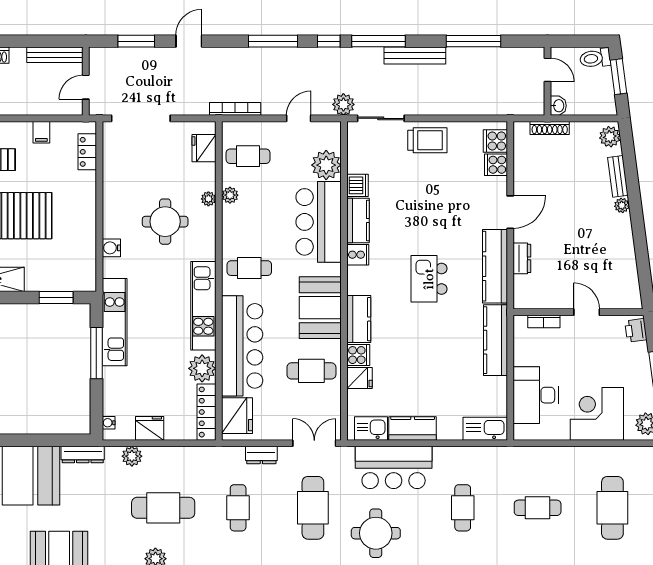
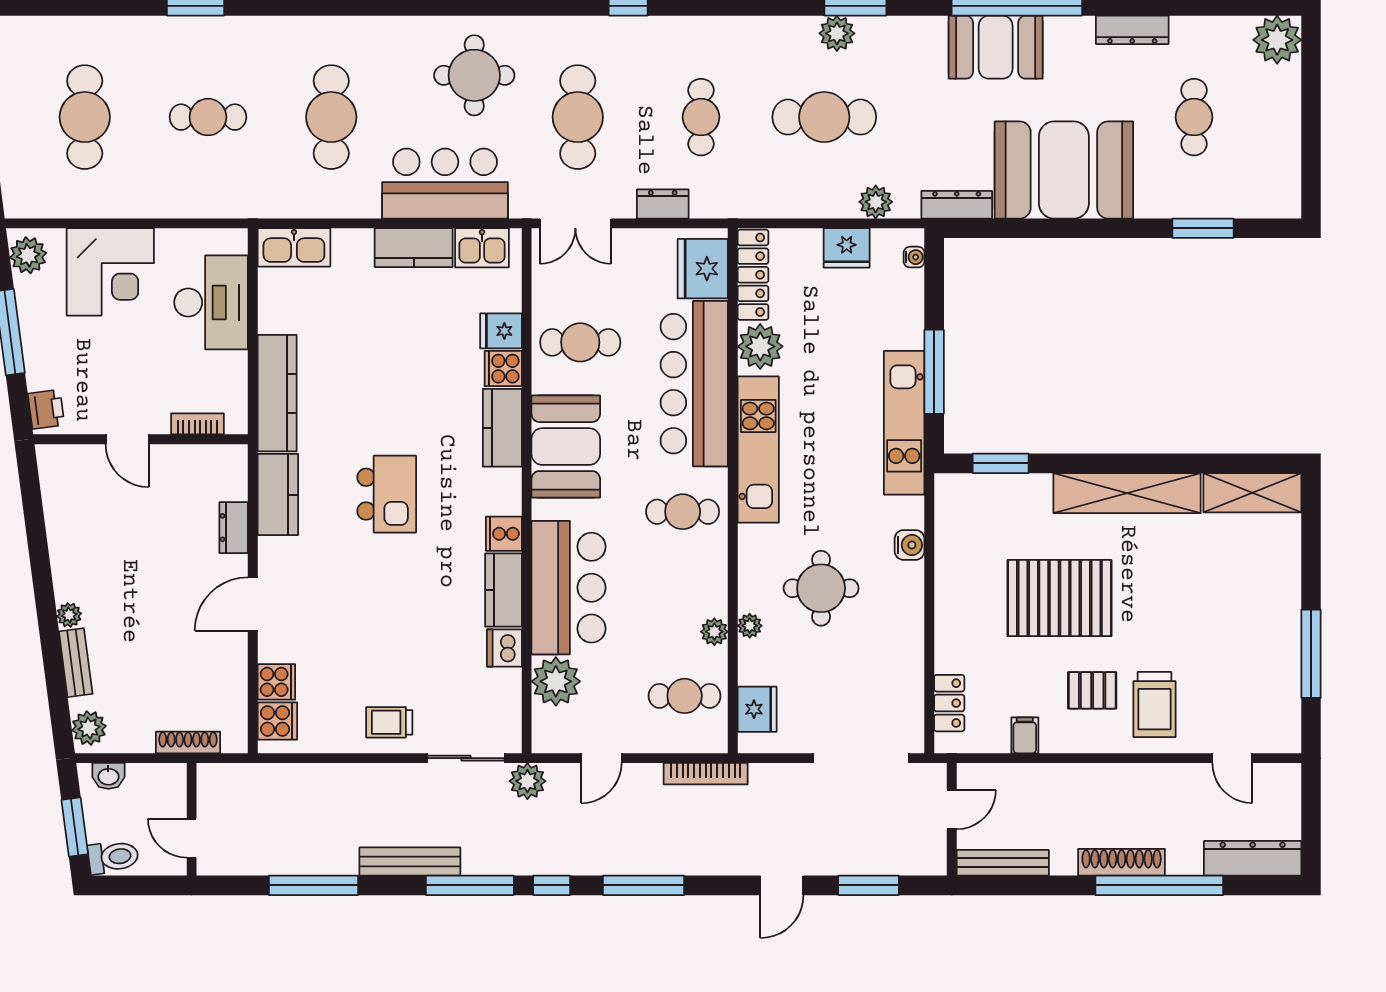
washbasin: (558, 106) -> (108, 776), moved, turned -90
trolley: (427, 140) -> (389, 722), width x0.73, depth x0.72
kitchen counter: (495, 266) -> (278, 495), width x0.67
cafe table: (463, 508) -> (331, 117), width x1.37, depth x1.35

